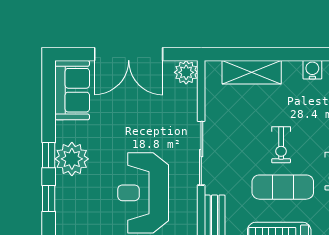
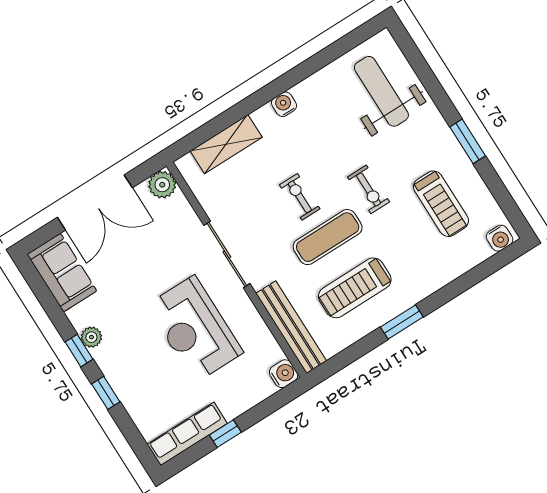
exercise bike: (281, 145) -> (300, 197), turned 180
plant: (72, 159) -> (91, 337), width x0.53, depth x0.53

